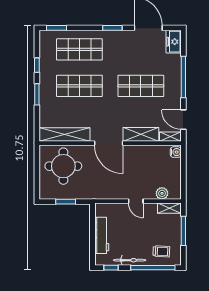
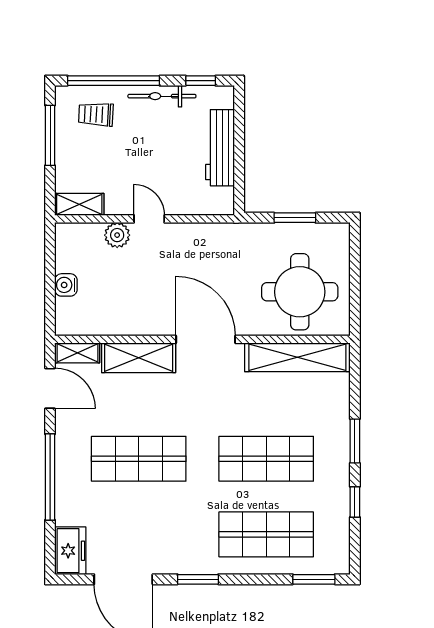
water cooler: (176, 152) -> (66, 285), moved
plant: (162, 193) -> (117, 235), moved
window: (183, 231) -> (50, 135), moved

